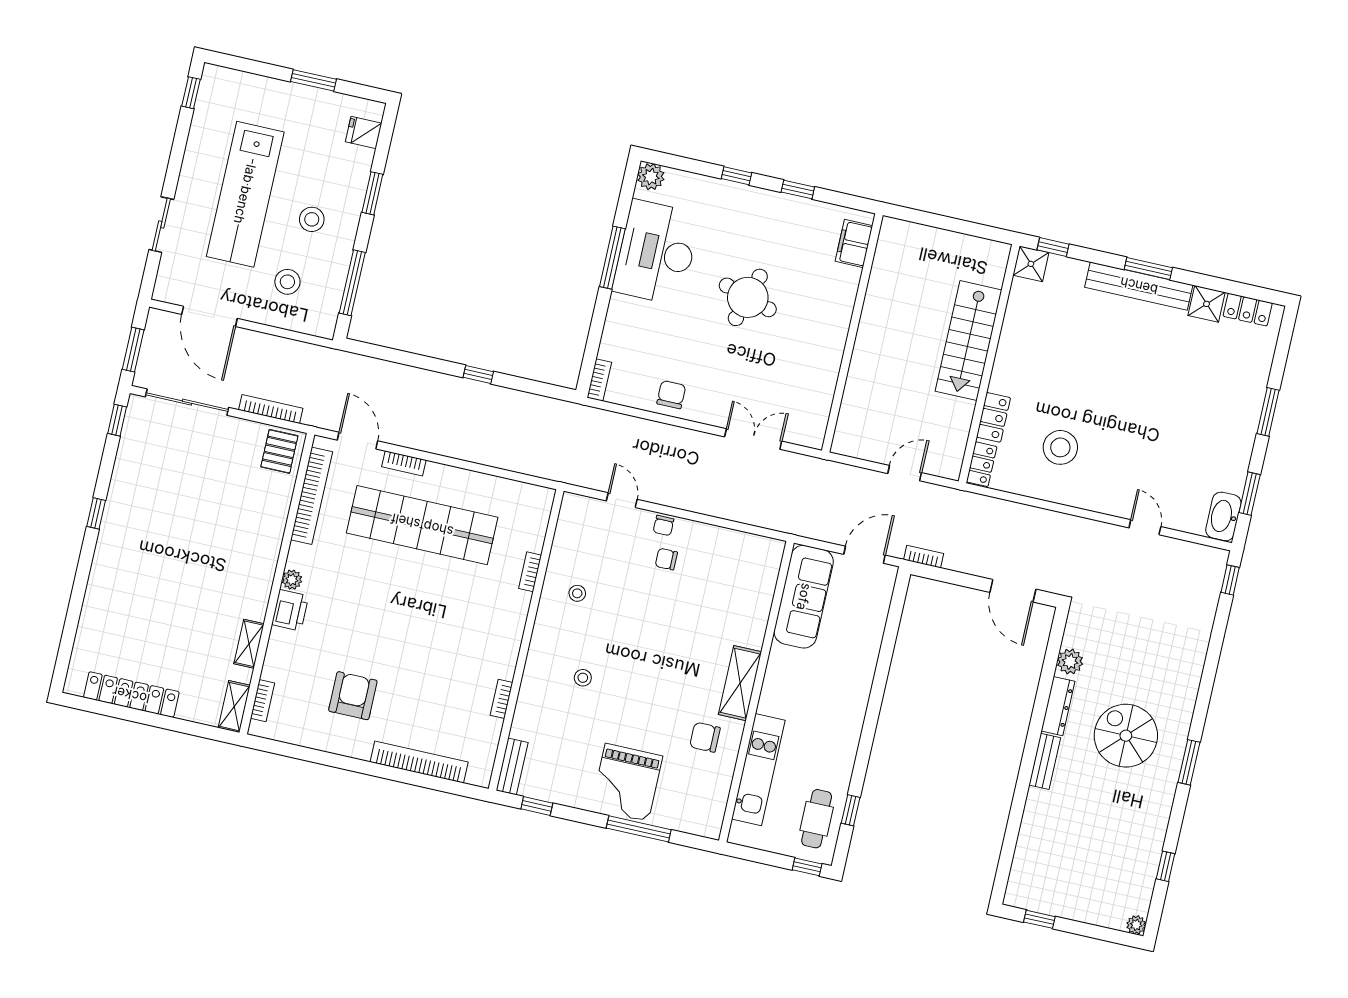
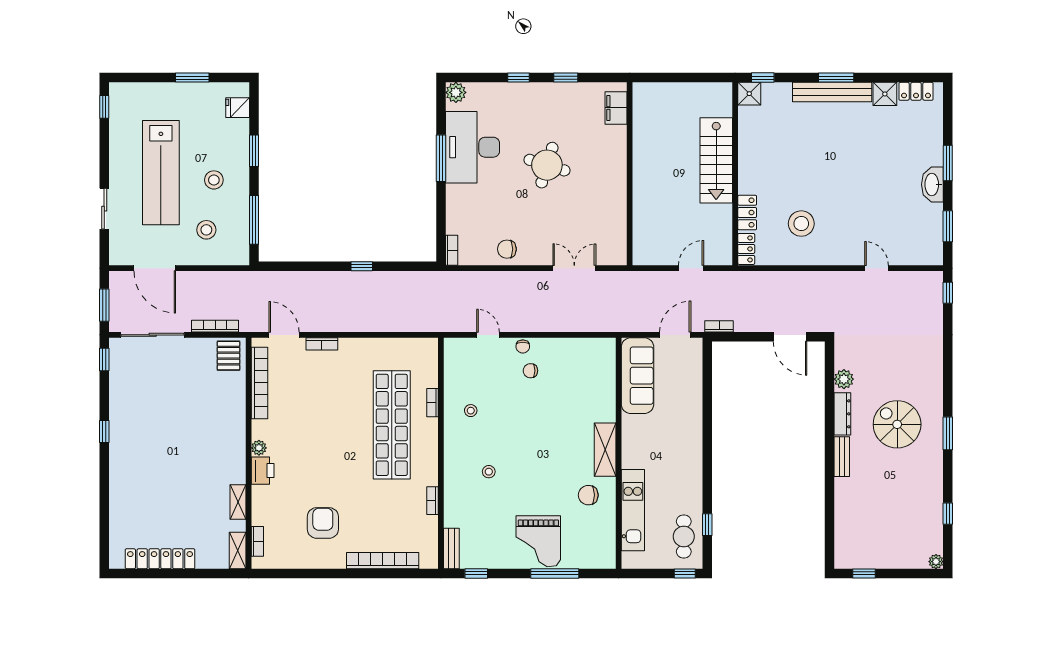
chair: (671, 395) -> (507, 249), turned -90
washbasin: (1223, 516) -> (932, 184), moved
shop shelf: (422, 525) -> (392, 425), moved, turned 90

